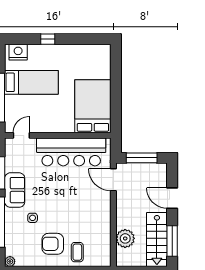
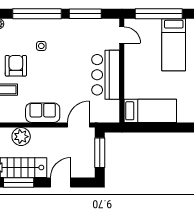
bed: (93, 106) -> (150, 111), width x0.67
bar counter: (71, 152) -> (106, 75), width x0.73
sofa: (15, 190) -> (43, 113), moved, turned 180

